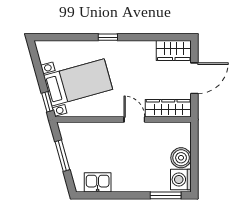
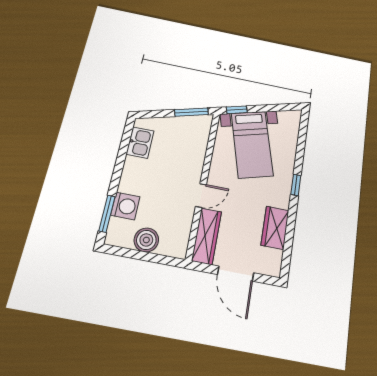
wardrobe: (174, 50) -> (275, 228), moved
window: (62, 156) -> (191, 112), moved
washing machine: (181, 180) -> (125, 206), moved, turned 90

